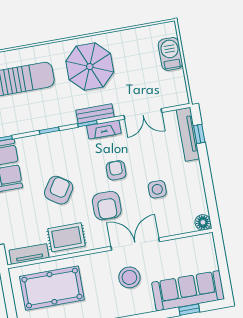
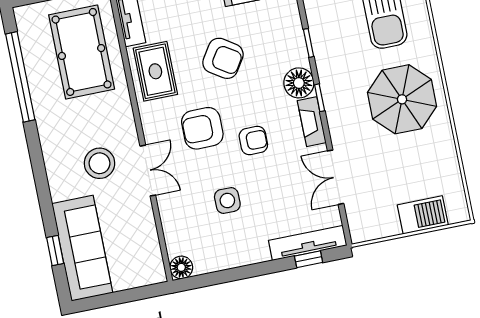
bench: (95, 114) -> (334, 108), removed
floor lamp: (77, 138) -> (299, 83), added
double door: (135, 244) -> (148, 171), width x0.73

